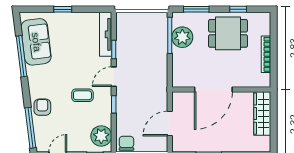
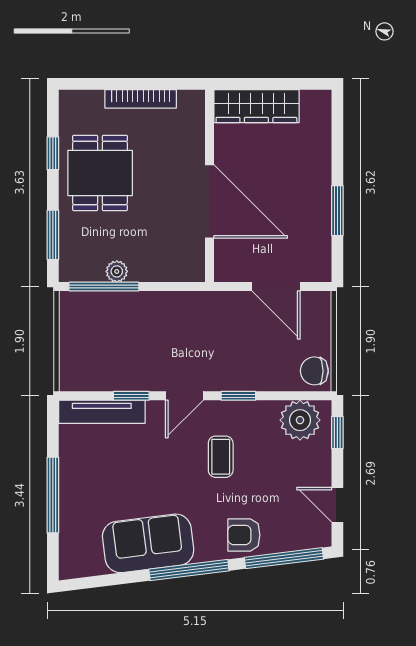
window: (63, 9) -> (53, 495), width x2.17
plant: (182, 37) -> (117, 271), width x0.53, depth x0.53
sofa: (36, 42) -> (148, 543), moved
window: (22, 56) -> (189, 570), moved
door: (114, 77) -> (184, 396), hinge flipped

